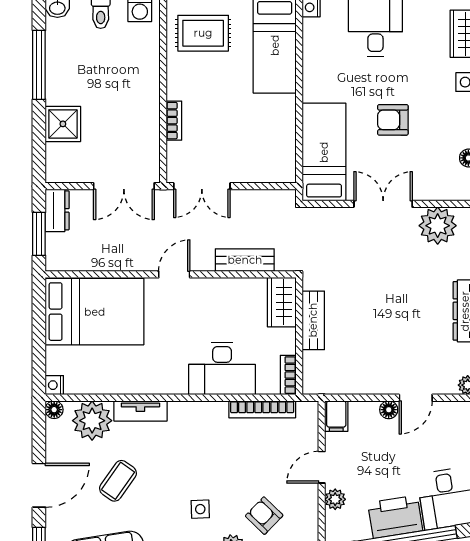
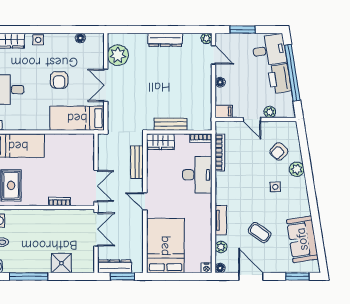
dresser: (57, 210) -> (115, 266), width x1.44
door: (416, 398) -> (213, 55), moved
plant: (92, 421) -> (221, 247), width x0.53, depth x0.53
door: (39, 485) -> (251, 276), moved

